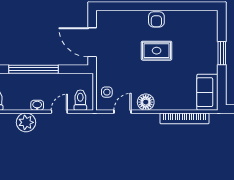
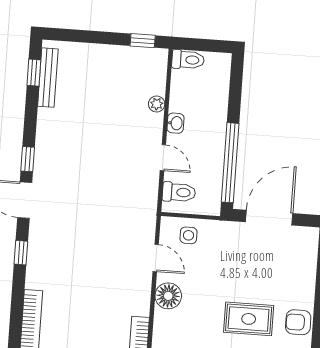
rug: (157, 51) -> (249, 319), turned 90
window: (34, 69) -> (230, 163), moved
plant: (26, 122) -> (157, 104), width x0.53, depth x0.53

